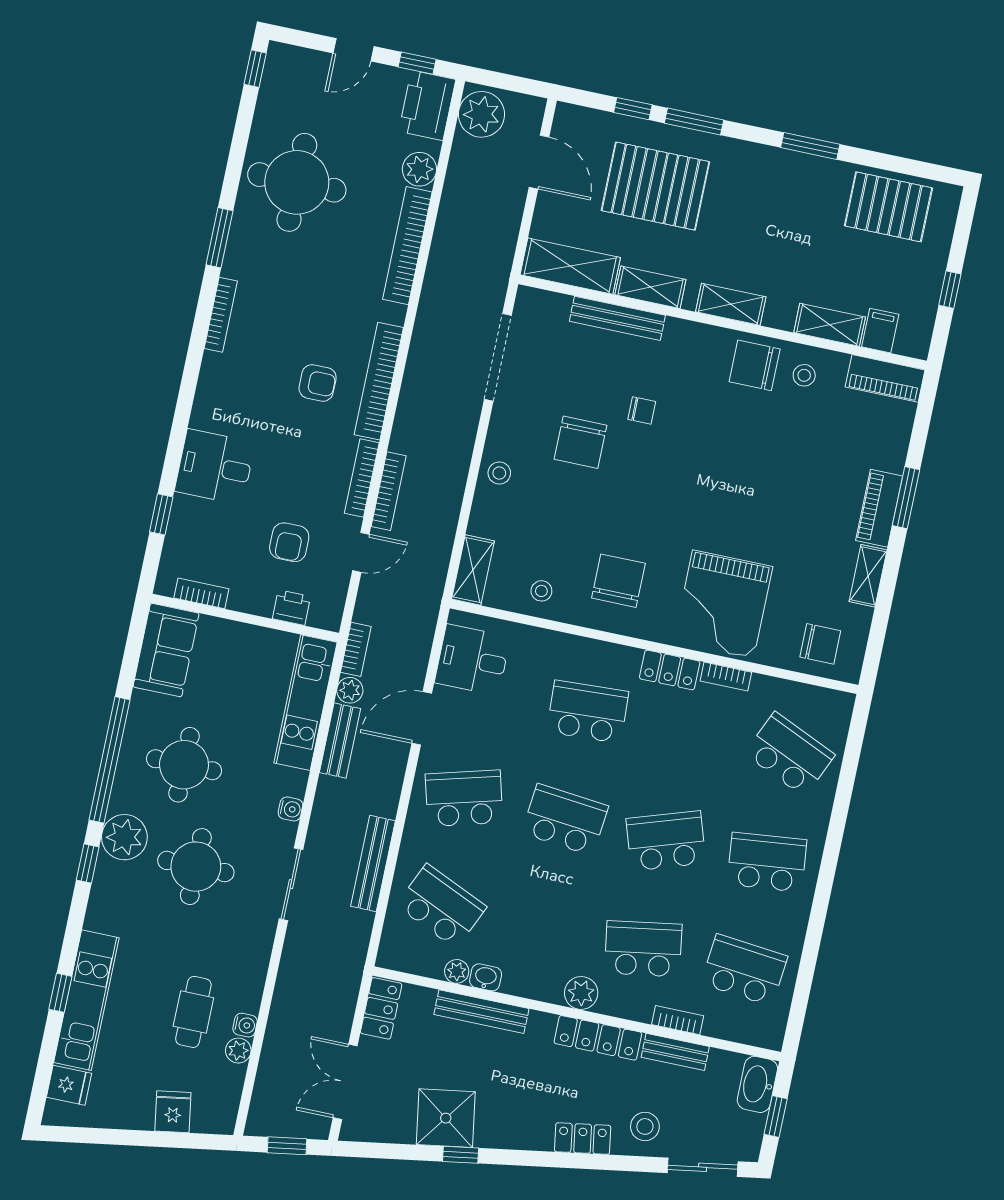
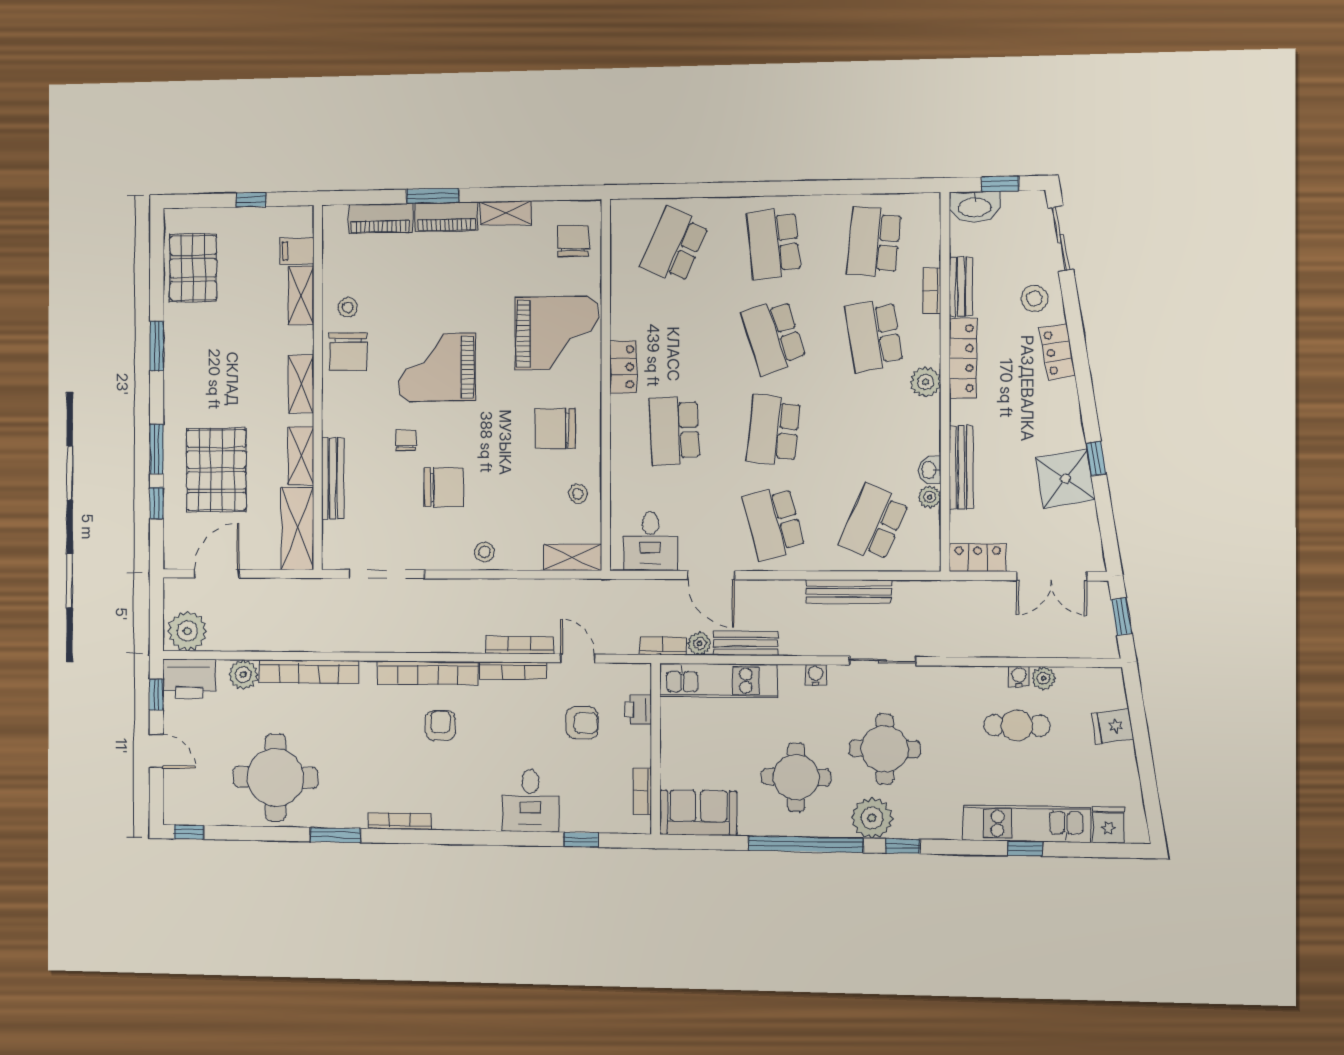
piano: (885, 378) -> (381, 219), moved, turned 90
grand piano: (715, 462) -> (437, 367), added
bookcase: (726, 677) -> (619, 316), removed

